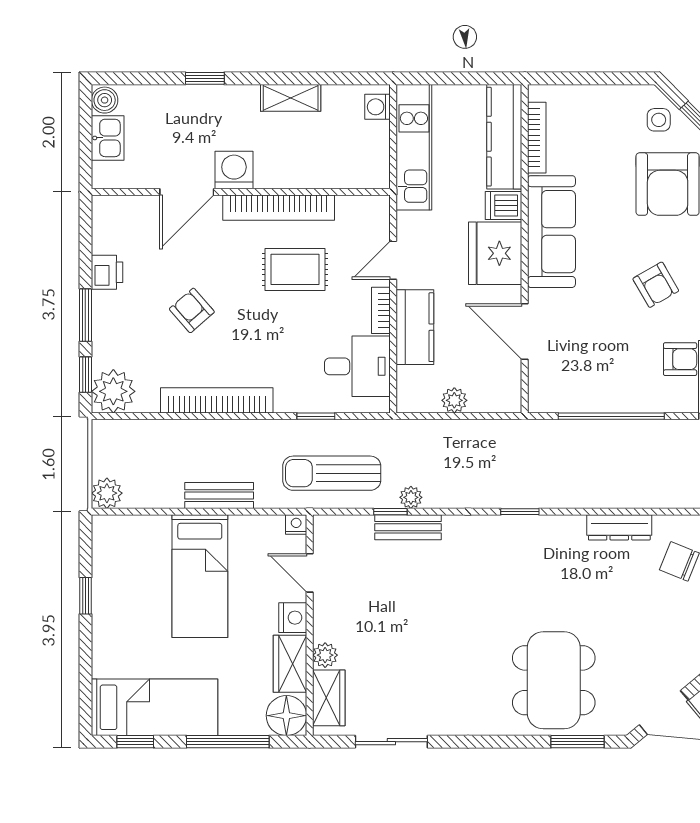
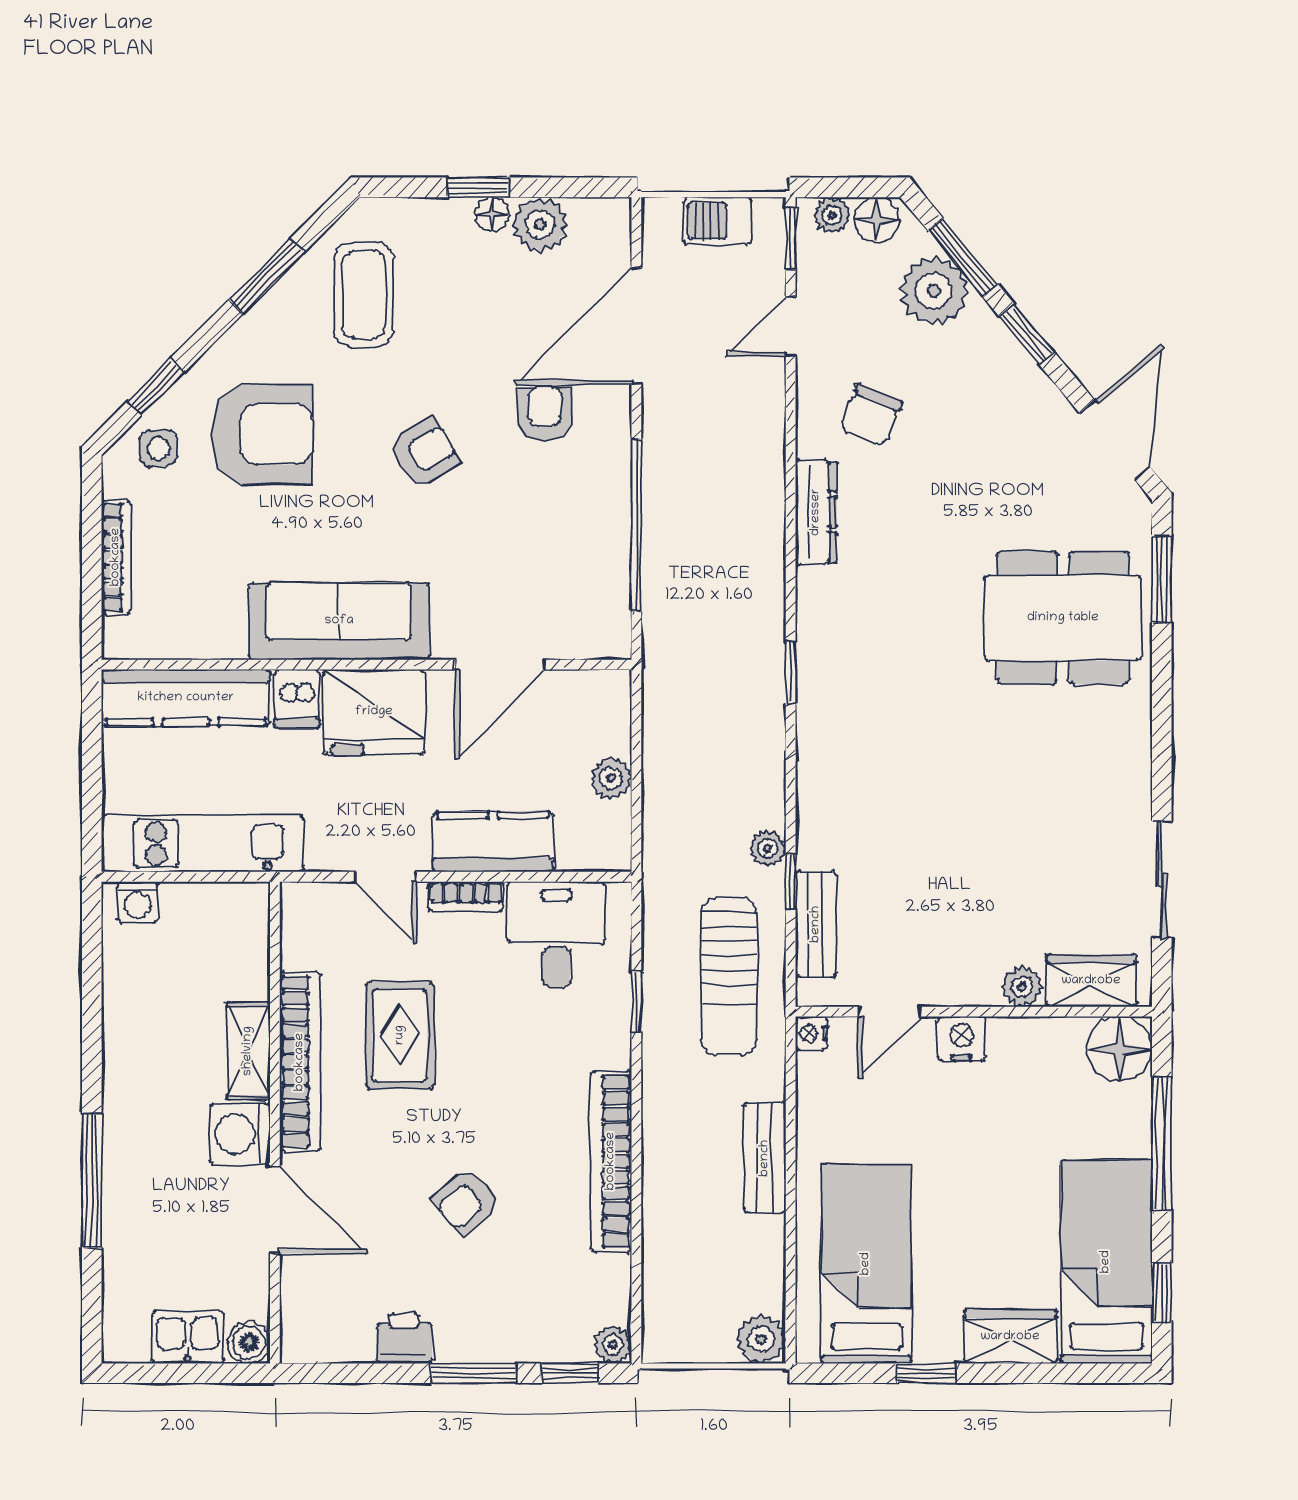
window: (205, 78) -> (92, 1181), width x2.17
shelving: (291, 98) -> (248, 1051), moved
boiler: (105, 100) -> (249, 1342), moved
bookcase: (537, 138) -> (116, 557), moved, turned 90
plant: (113, 391) -> (613, 1345), width x0.53, depth x0.53
bench: (408, 527) -> (816, 924), moved
bed: (200, 576) -> (866, 1264), moved, turned -90
wardrobe: (290, 664) -> (1010, 1337), moved, turned 180

